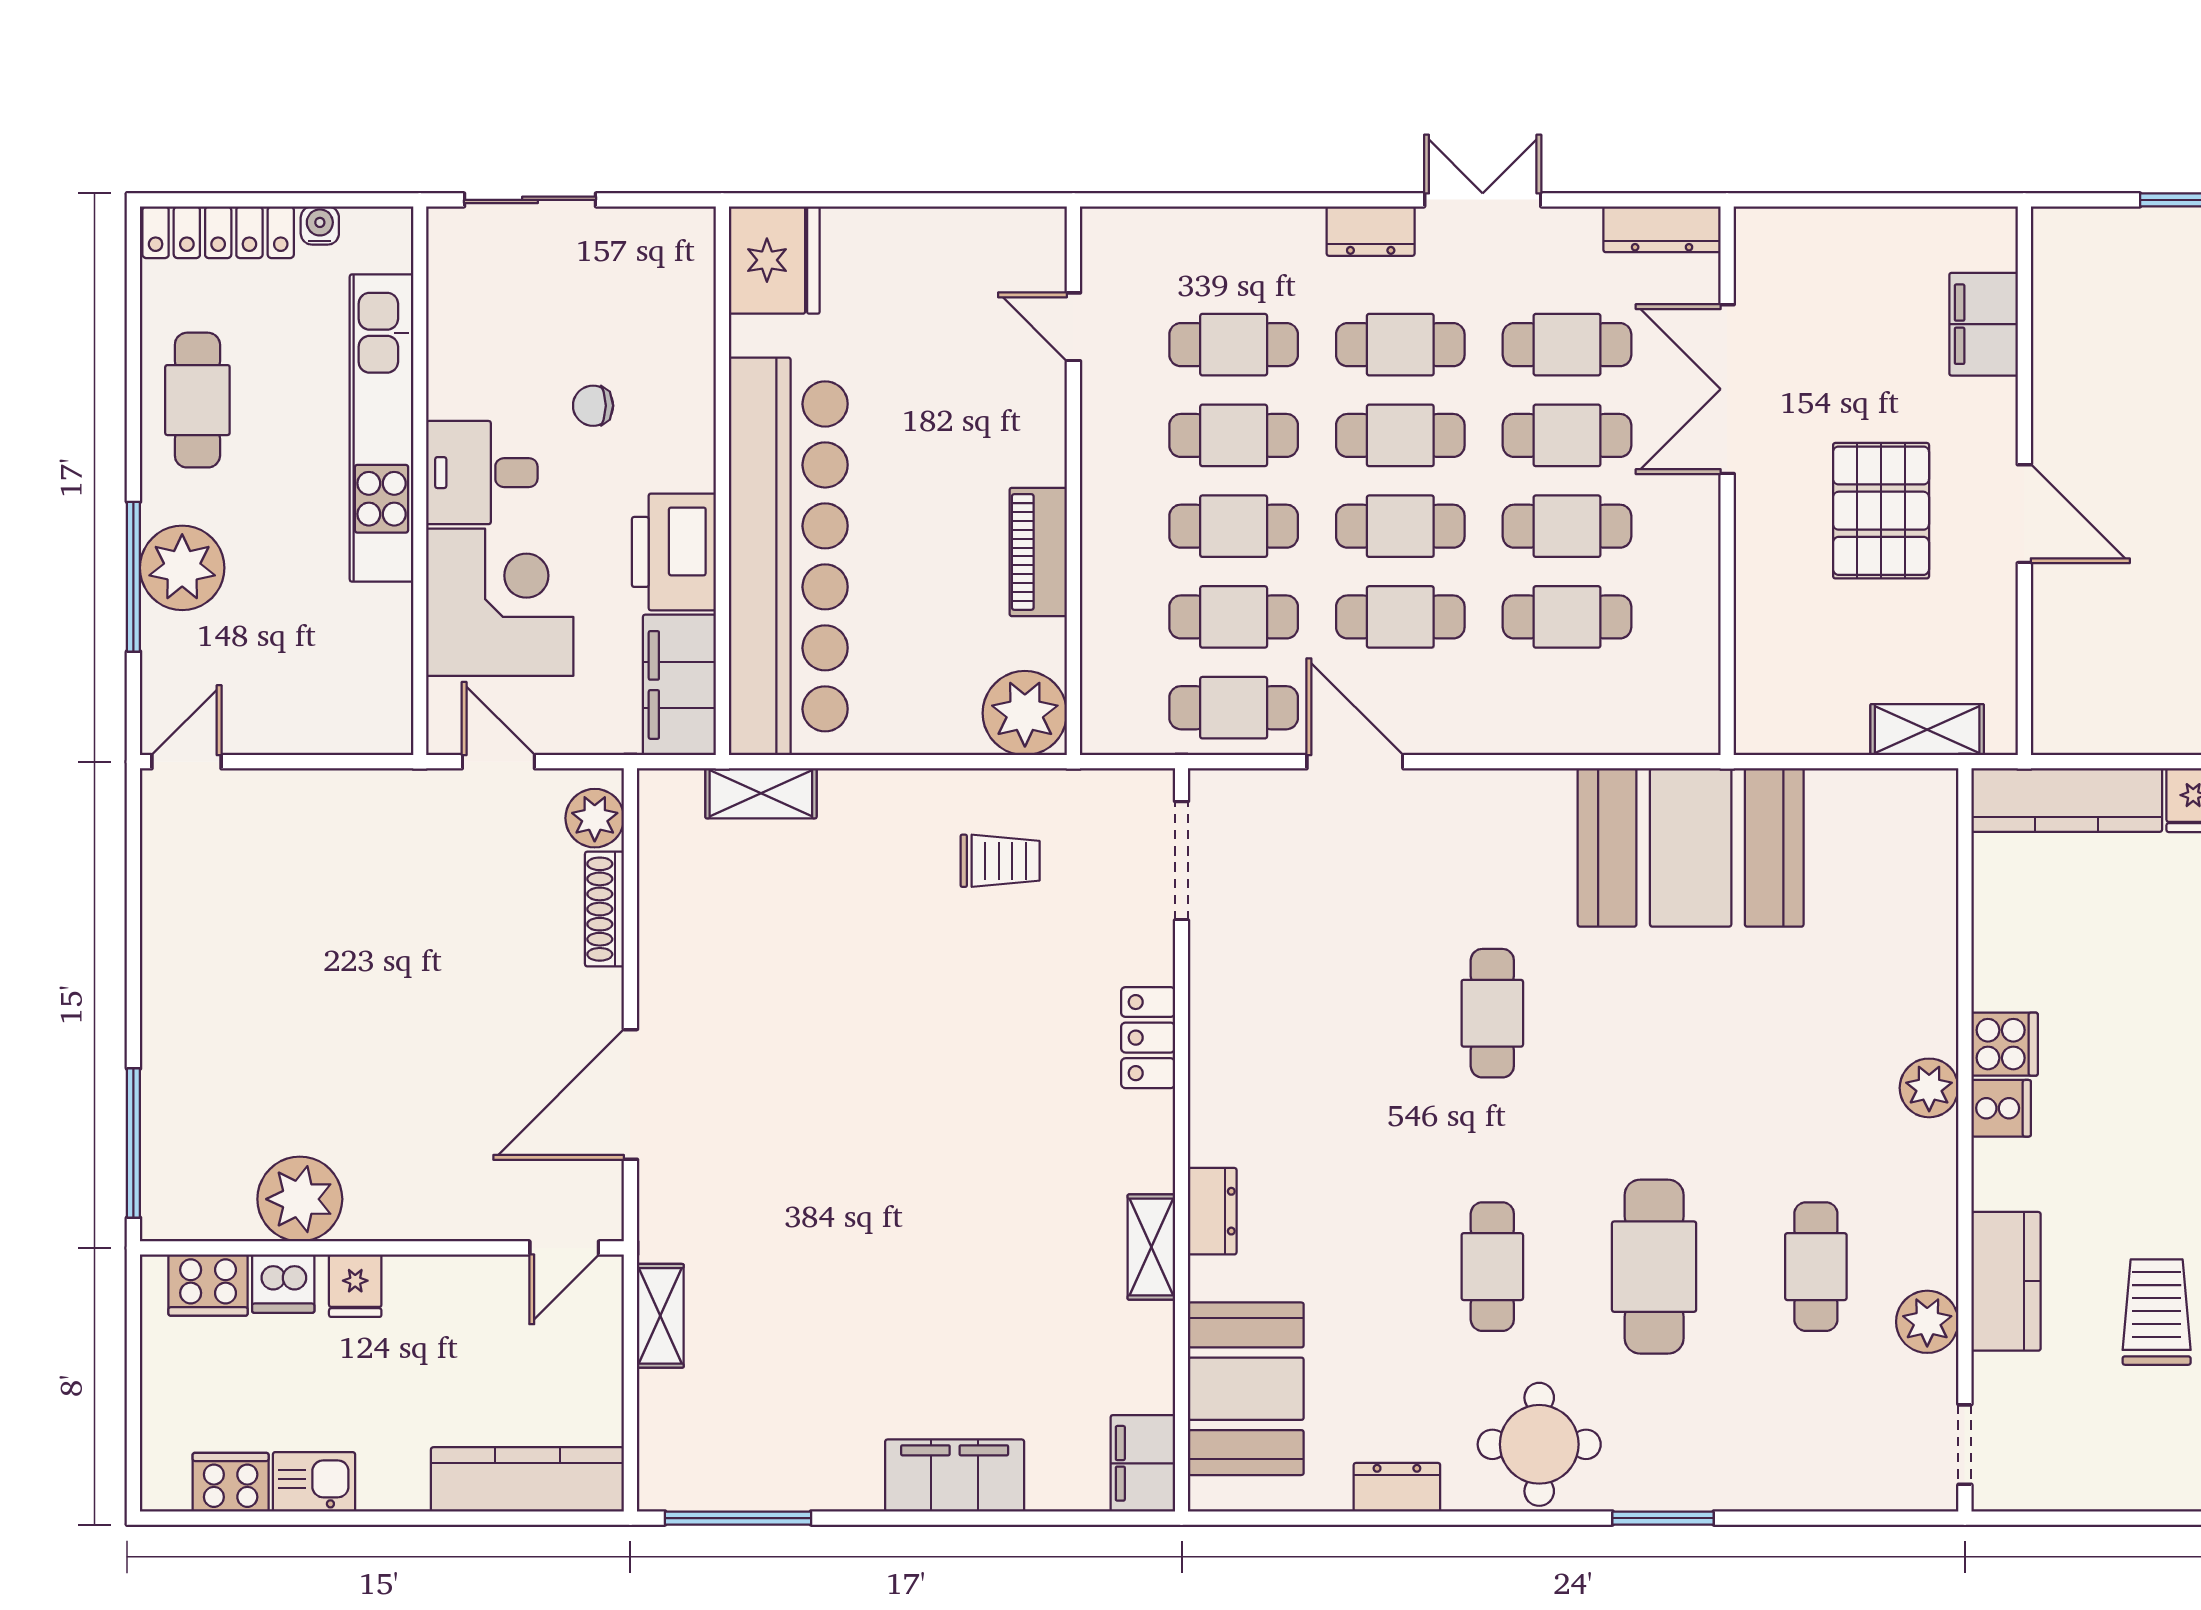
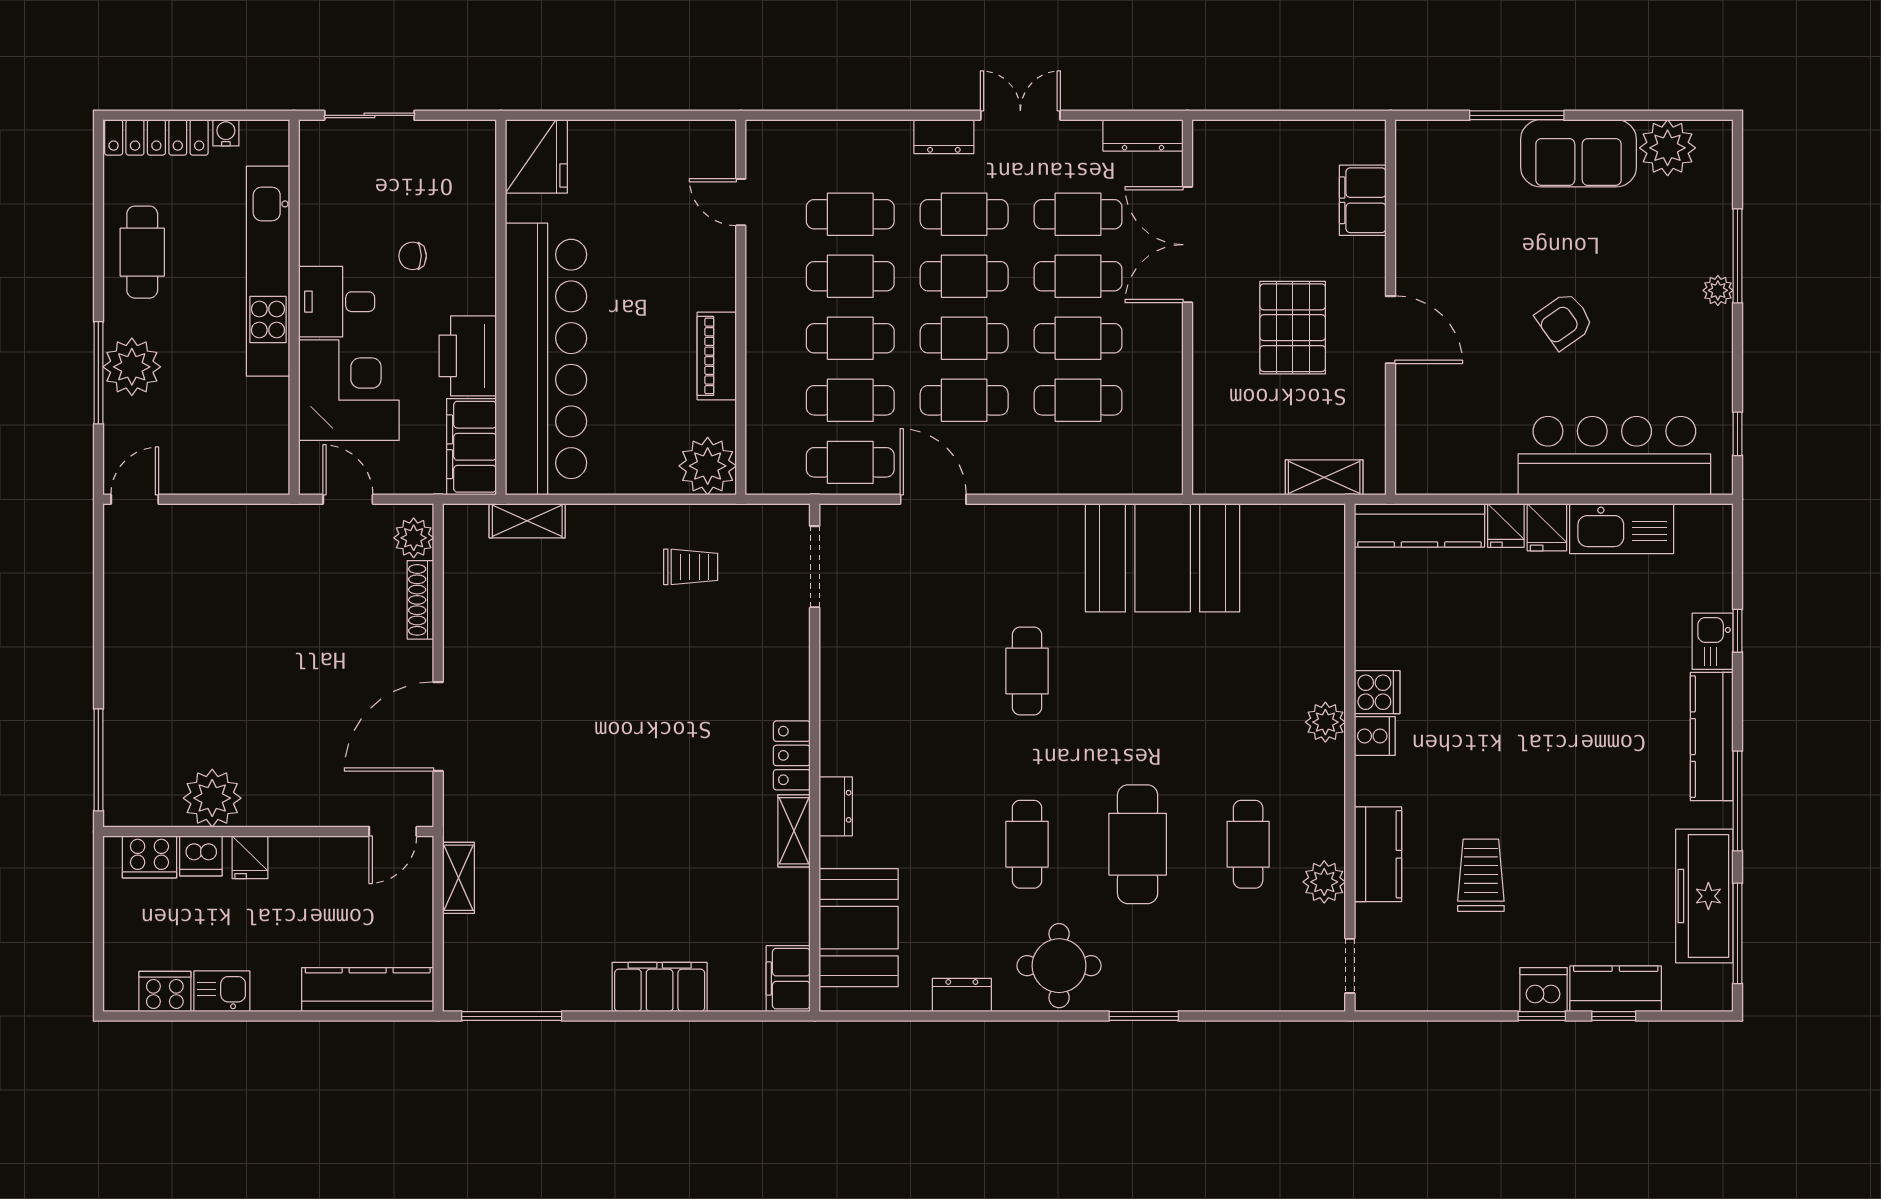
locker: (1148, 1038) -> (792, 755), moved

